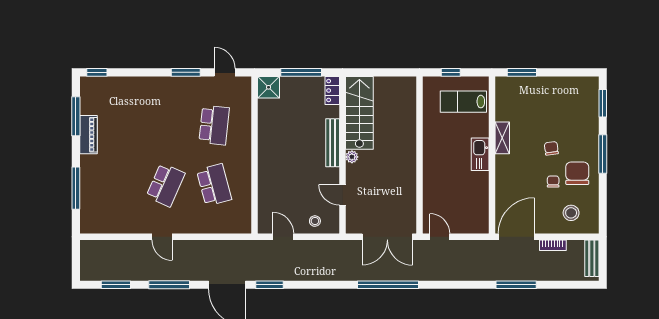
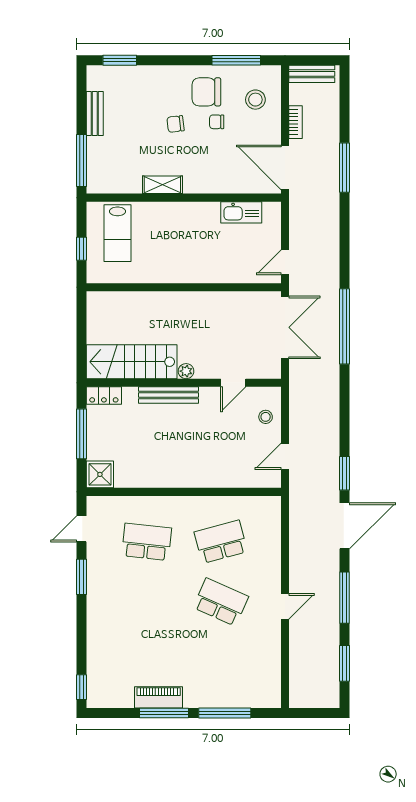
window: (522, 72) -> (81, 161), width x1.44
bench: (560, 83) -> (95, 114), added
window: (76, 116) -> (164, 713), moved
kitchen sink: (480, 154) -> (241, 212), moved
window: (603, 154) -> (236, 60), moved

